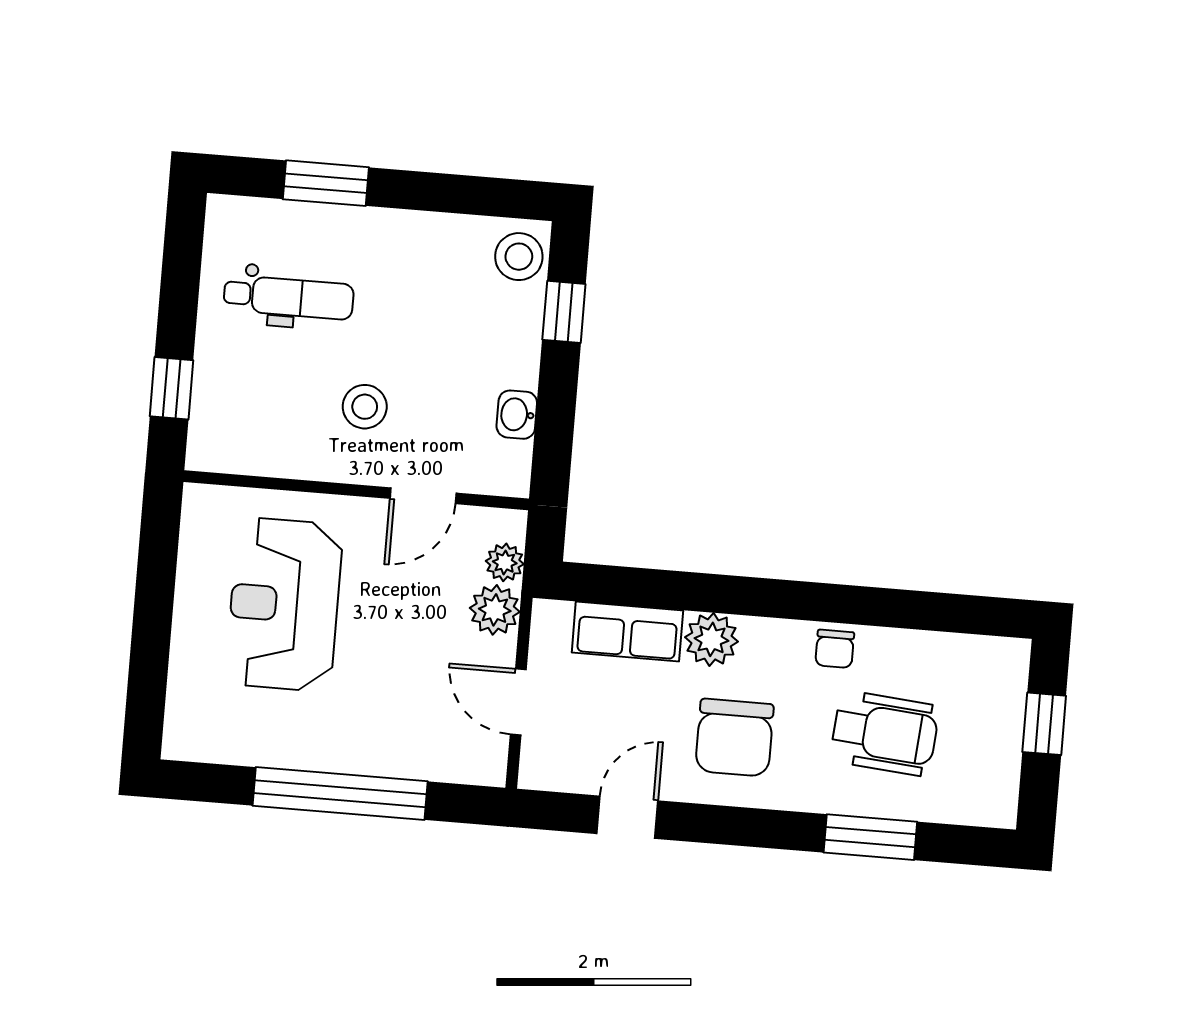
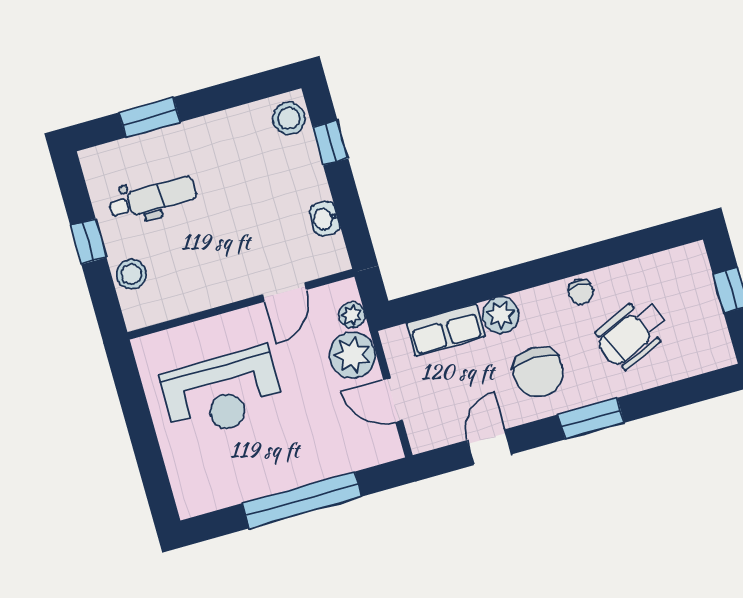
window: (172, 388) -> (88, 241), moved
stool: (365, 407) -> (131, 274), moved
reception desk: (284, 604) -> (222, 393), turned -90
plant: (495, 610) -> (352, 355), width x1.36, depth x1.36
wheelchair: (885, 733) -> (632, 334), turned 152
window: (870, 837) -> (591, 419), moved

